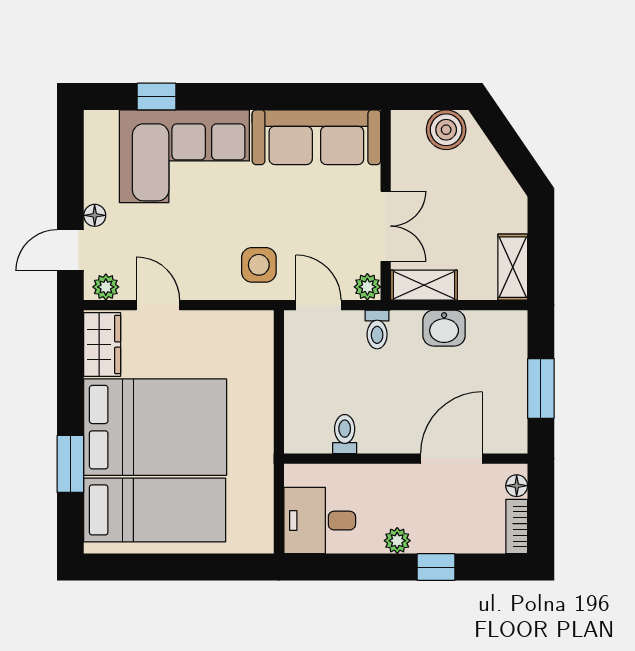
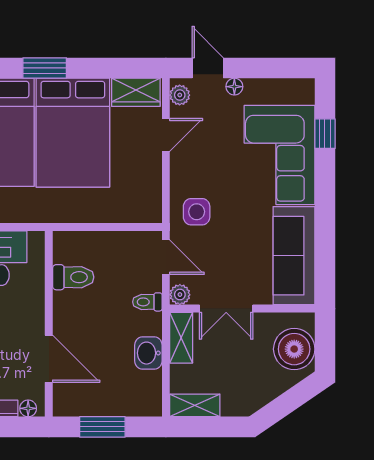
boiler: (446, 130) -> (294, 349), width x1.37, depth x1.37
door: (318, 305) -> (166, 257), hinge flipped
toilet: (345, 434) -> (73, 277), width x1.37, depth x1.39

